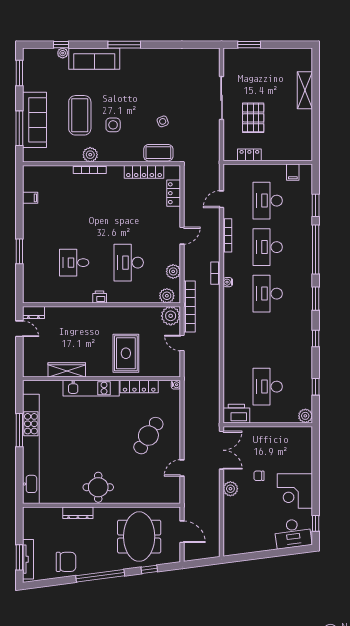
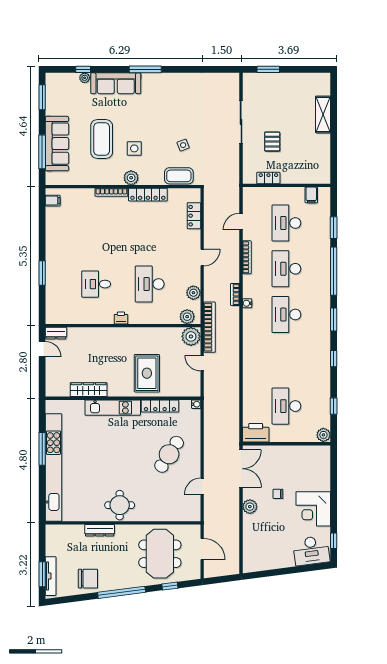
pallet: (253, 118) -> (272, 142), width x0.67, depth x0.71
plant: (90, 155) -> (131, 178), moved
locker: (144, 172) -> (148, 195), moved
filing cabinet: (30, 198) -> (53, 201), moved

